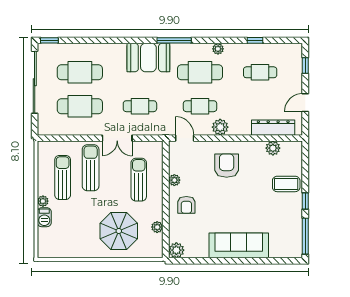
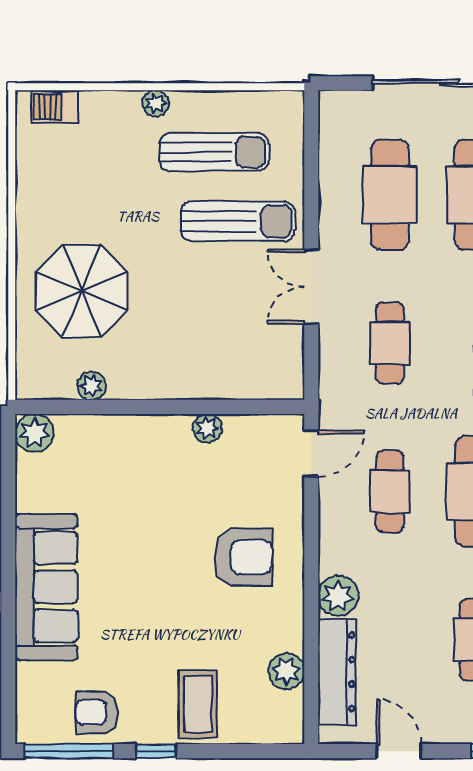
plant: (220, 127) -> (338, 596), moved
sun lounger: (139, 180) -> (209, 340), removed
armchair: (186, 205) -> (97, 712), moved
barbecue: (44, 217) -> (55, 107), moved

